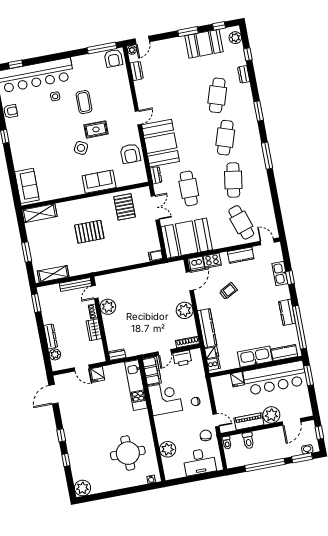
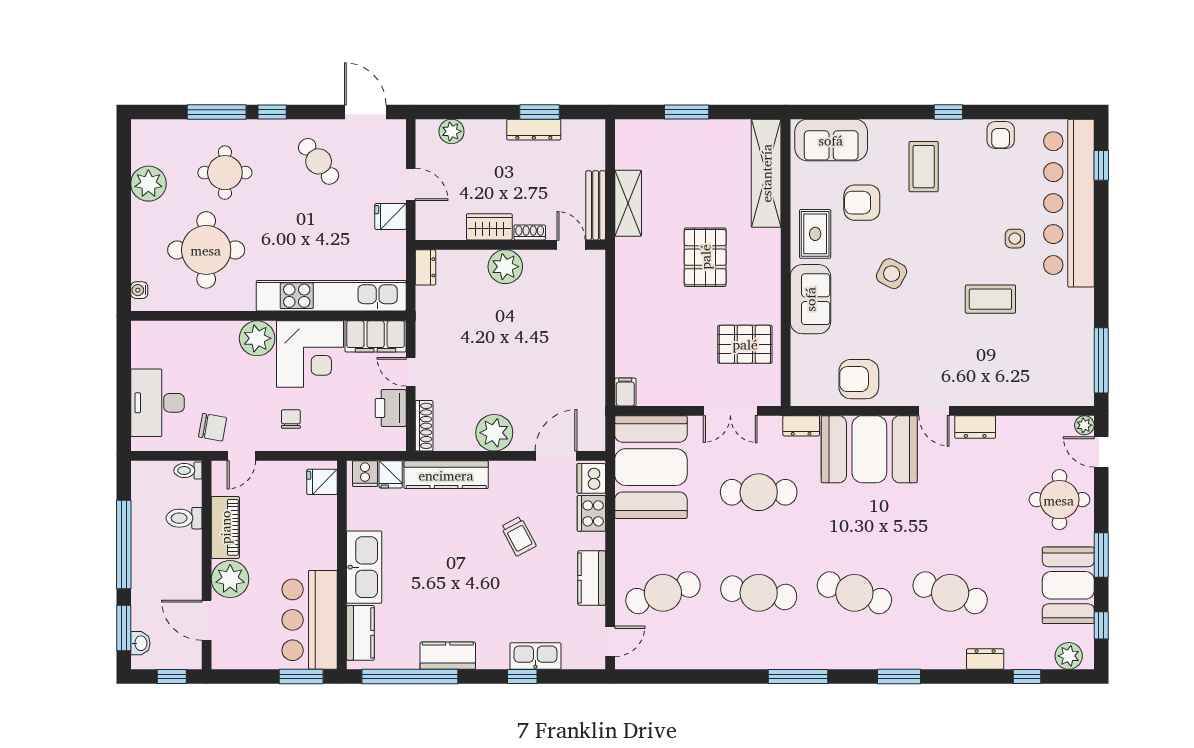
round table: (167, 55) -> (1059, 500), added
armchair: (113, 58) -> (862, 203), moved
dresser: (137, 71) -> (975, 427), moved
rug: (96, 129) -> (815, 234), moved
coffee table: (31, 143) -> (924, 167), added
shelving: (39, 213) -> (766, 173), width x1.47
shelving: (53, 274) -> (628, 203), moved
door: (190, 281) -> (556, 456), swing flipped
window: (36, 303) -> (540, 112), moved
plant: (108, 307) -> (505, 267), moved
dresser: (51, 336) -> (534, 130), moved
door: (82, 368) -> (411, 185), swing flipped
bar counter: (275, 378) -> (310, 620), width x0.73
fridge: (237, 379) -> (322, 482), moved
kitchen unit: (136, 385) -> (331, 296), width x1.36
cafe table: (79, 411) -> (319, 161), added
plant: (168, 449) -> (257, 338), moved
round table: (92, 451) -> (225, 173), added
window: (66, 460) -> (217, 112), width x2.17
plant: (83, 488) -> (148, 184), moved

